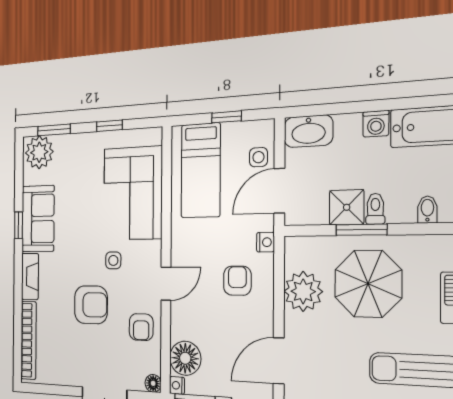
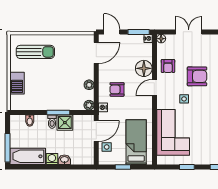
washbasin: (308, 131) -> (64, 160), moved, width x0.52, depth x0.69
plant: (294, 247) -> (89, 105), added
armchair: (237, 281) -> (117, 89), turned 90
parasol: (368, 284) -> (55, 89), removed
plant: (303, 291) -> (89, 85), width x0.53, depth x0.53
armchair: (91, 305) -> (197, 76), turned 180
armchair: (141, 327) -> (168, 66), turned 180
floor lamp: (185, 358) -> (144, 68), moved

